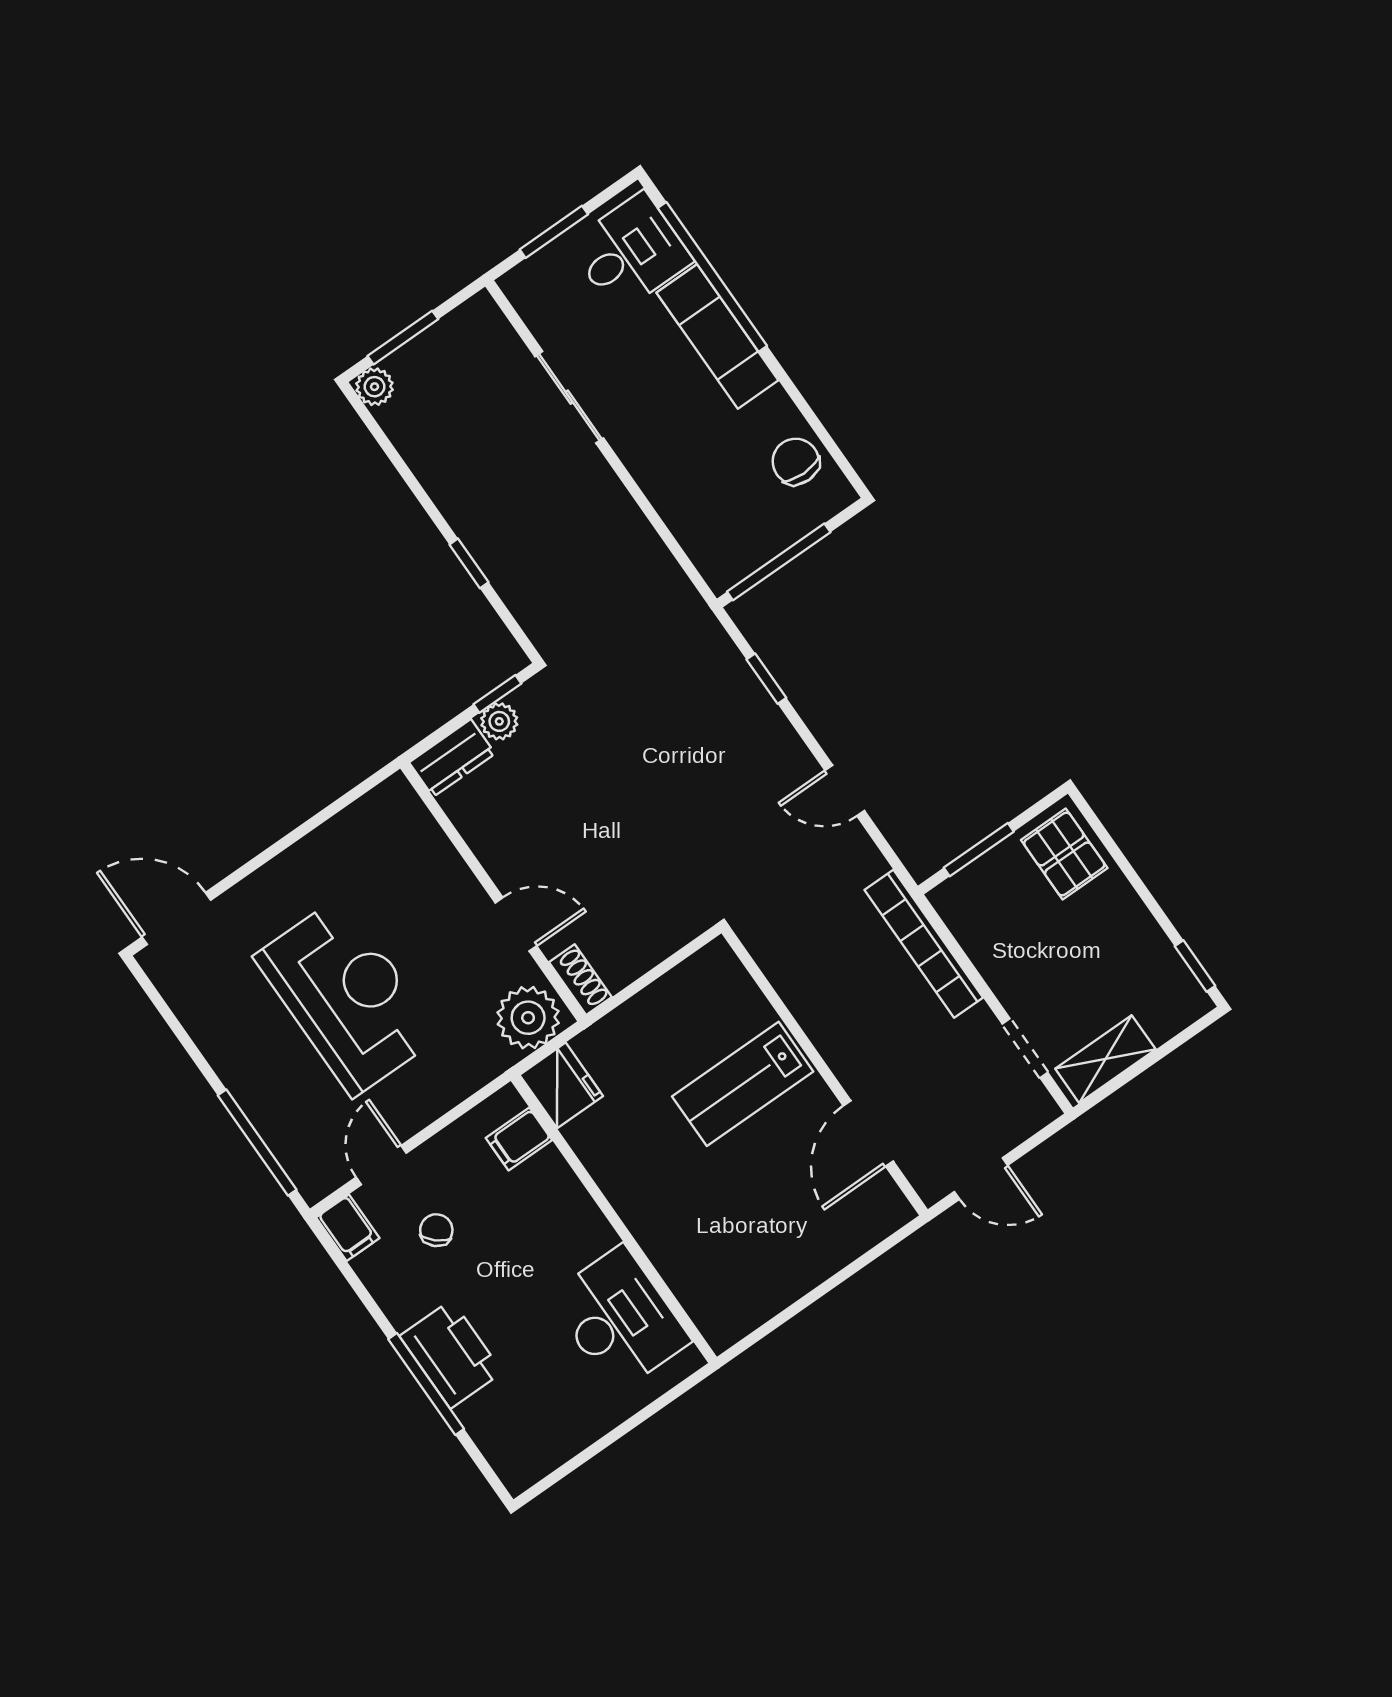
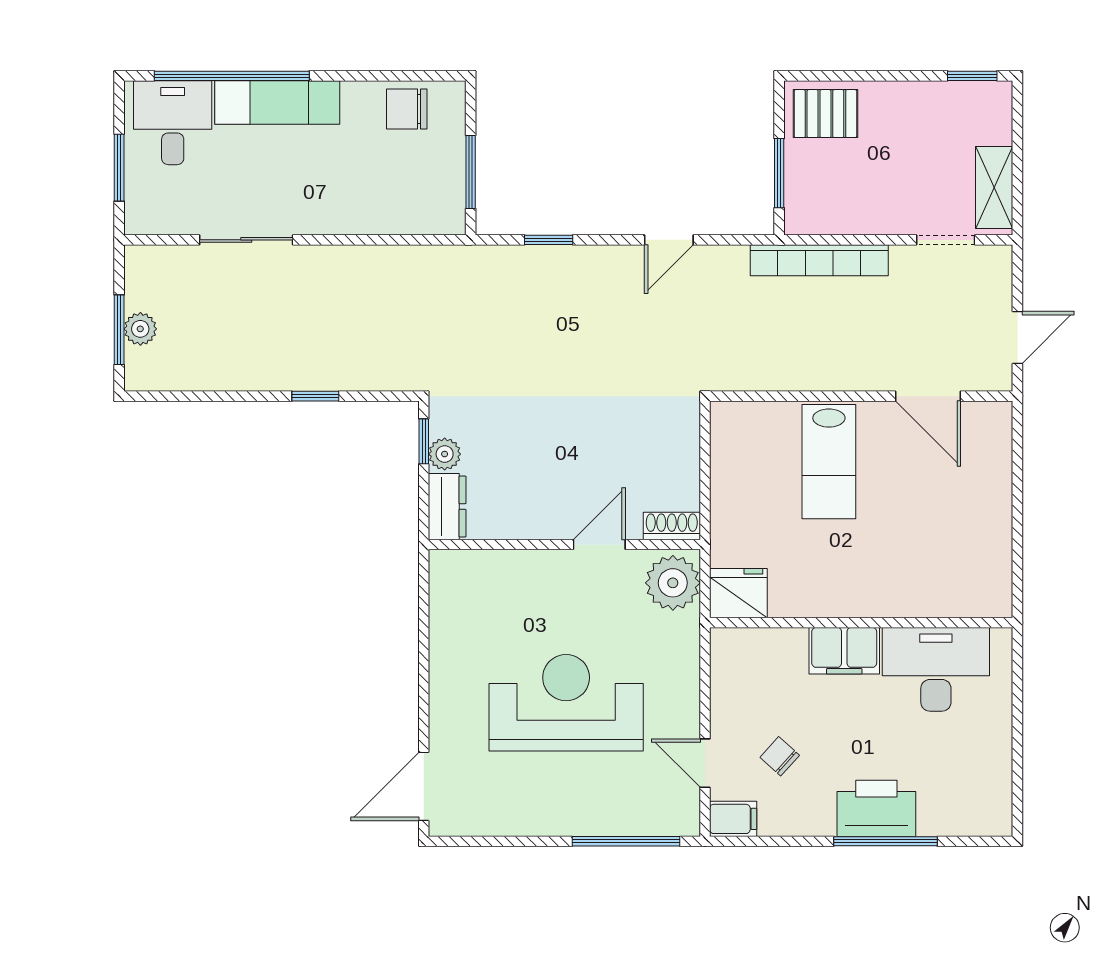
plant: (374, 387) -> (140, 329), moved
window: (779, 562) -> (471, 172), width x0.69
filing cabinet: (519, 1139) -> (844, 651), moved, width x2.00

